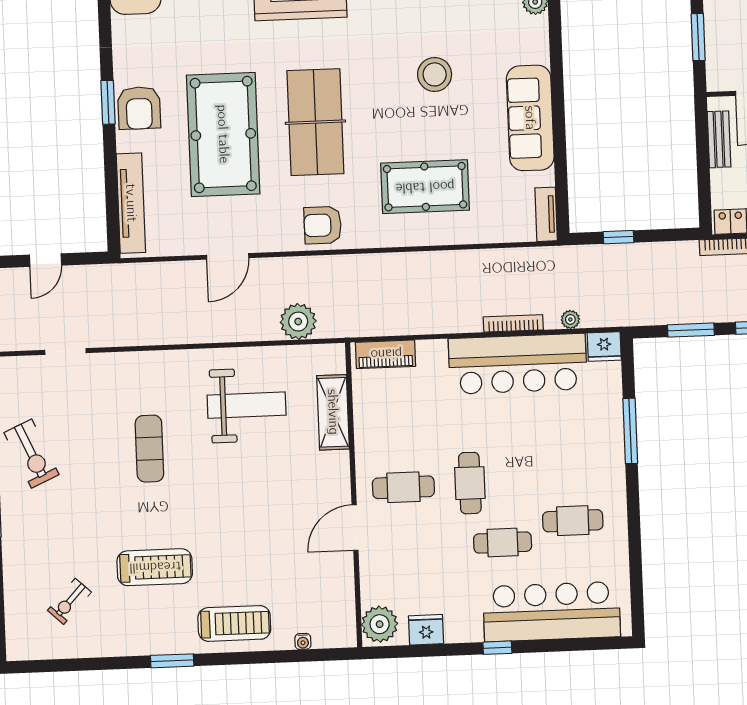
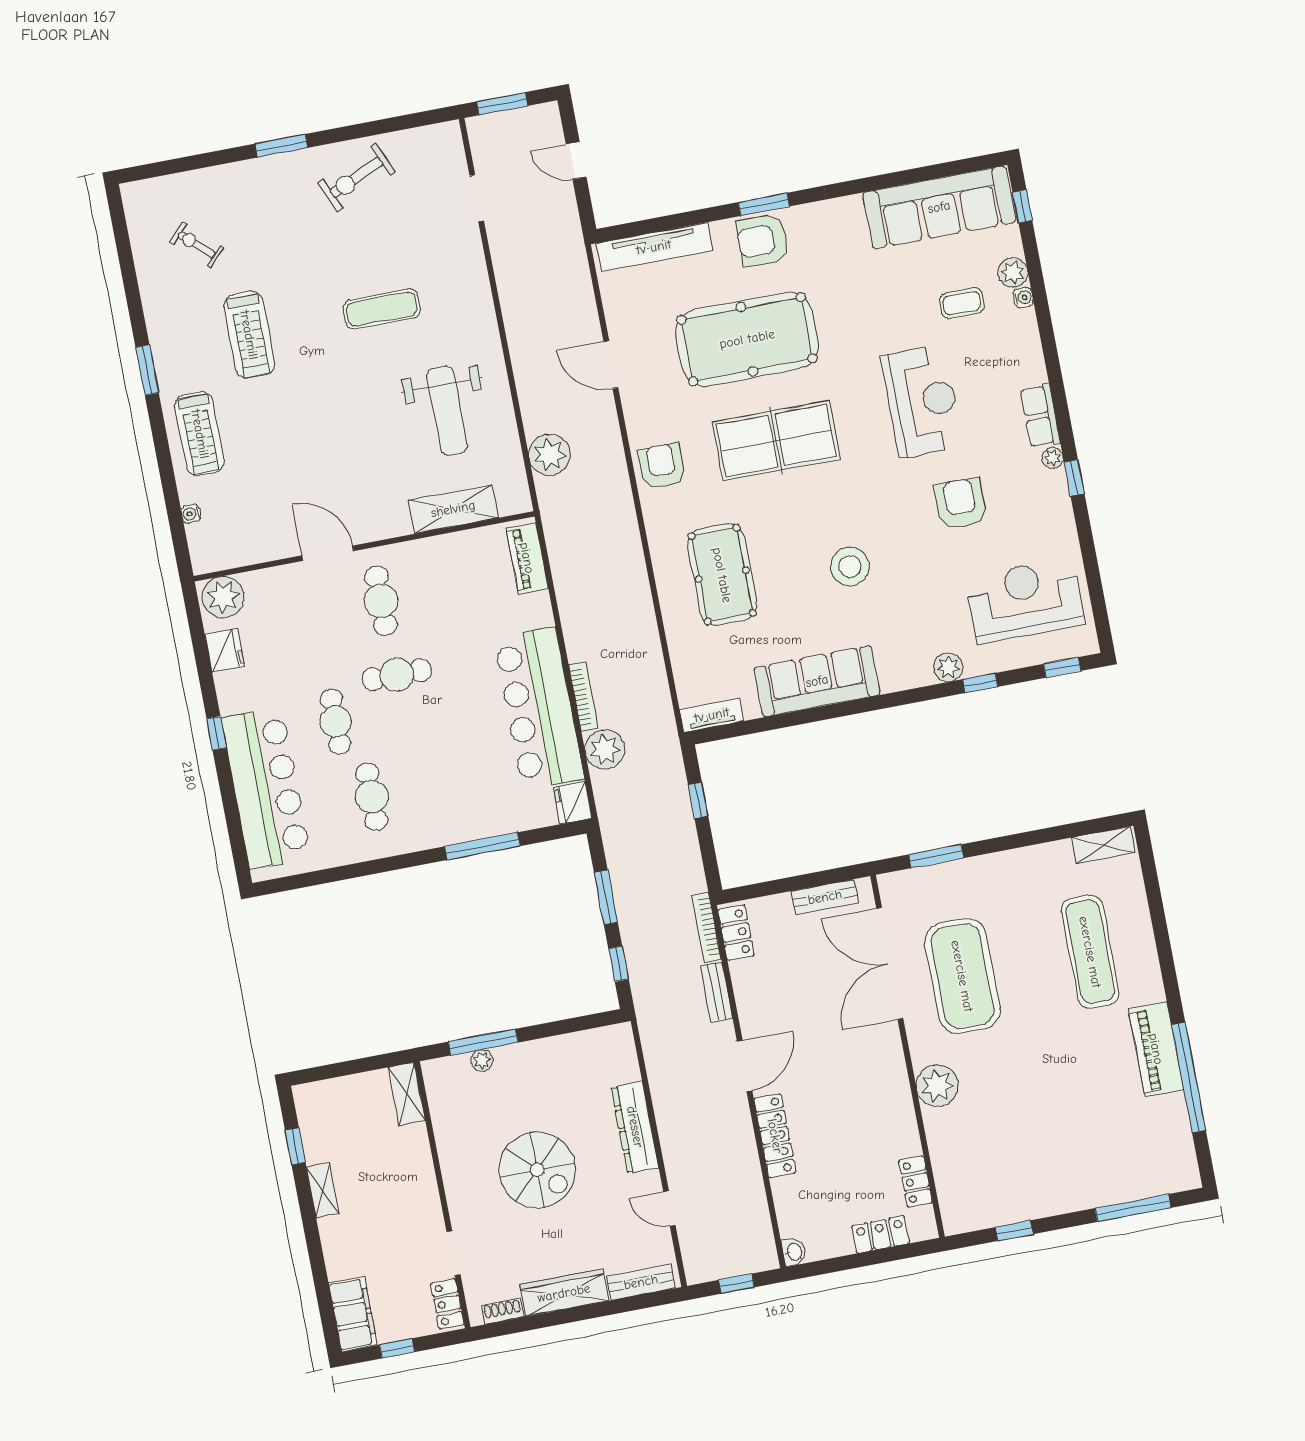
plant: (570, 319) -> (605, 749), width x1.88, depth x1.88

